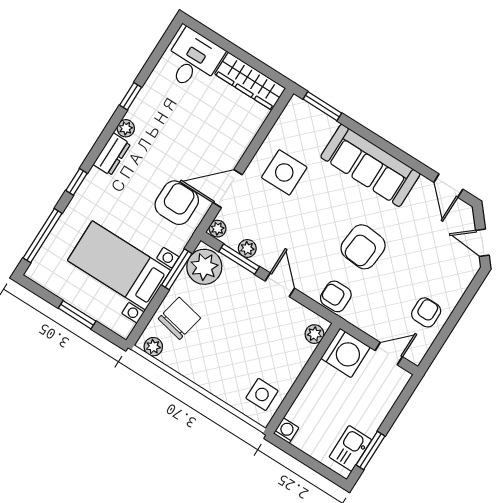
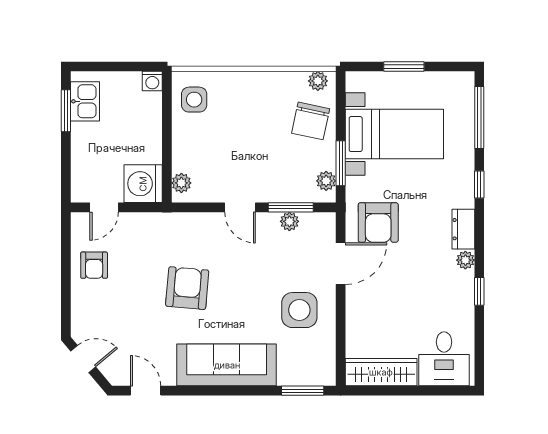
plant: (218, 229) -> (327, 222), removed
plant: (204, 267) -> (326, 181), width x0.53, depth x0.53
armchair: (336, 296) -> (184, 229), removed

